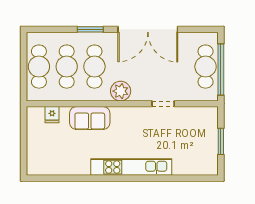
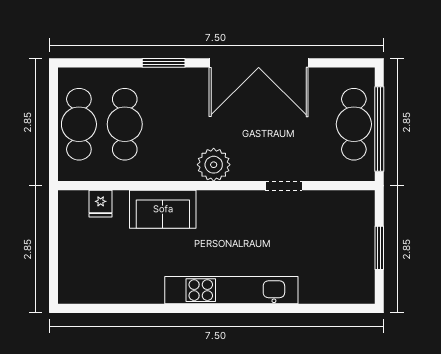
cafe table: (94, 67) -> (171, 124), removed

